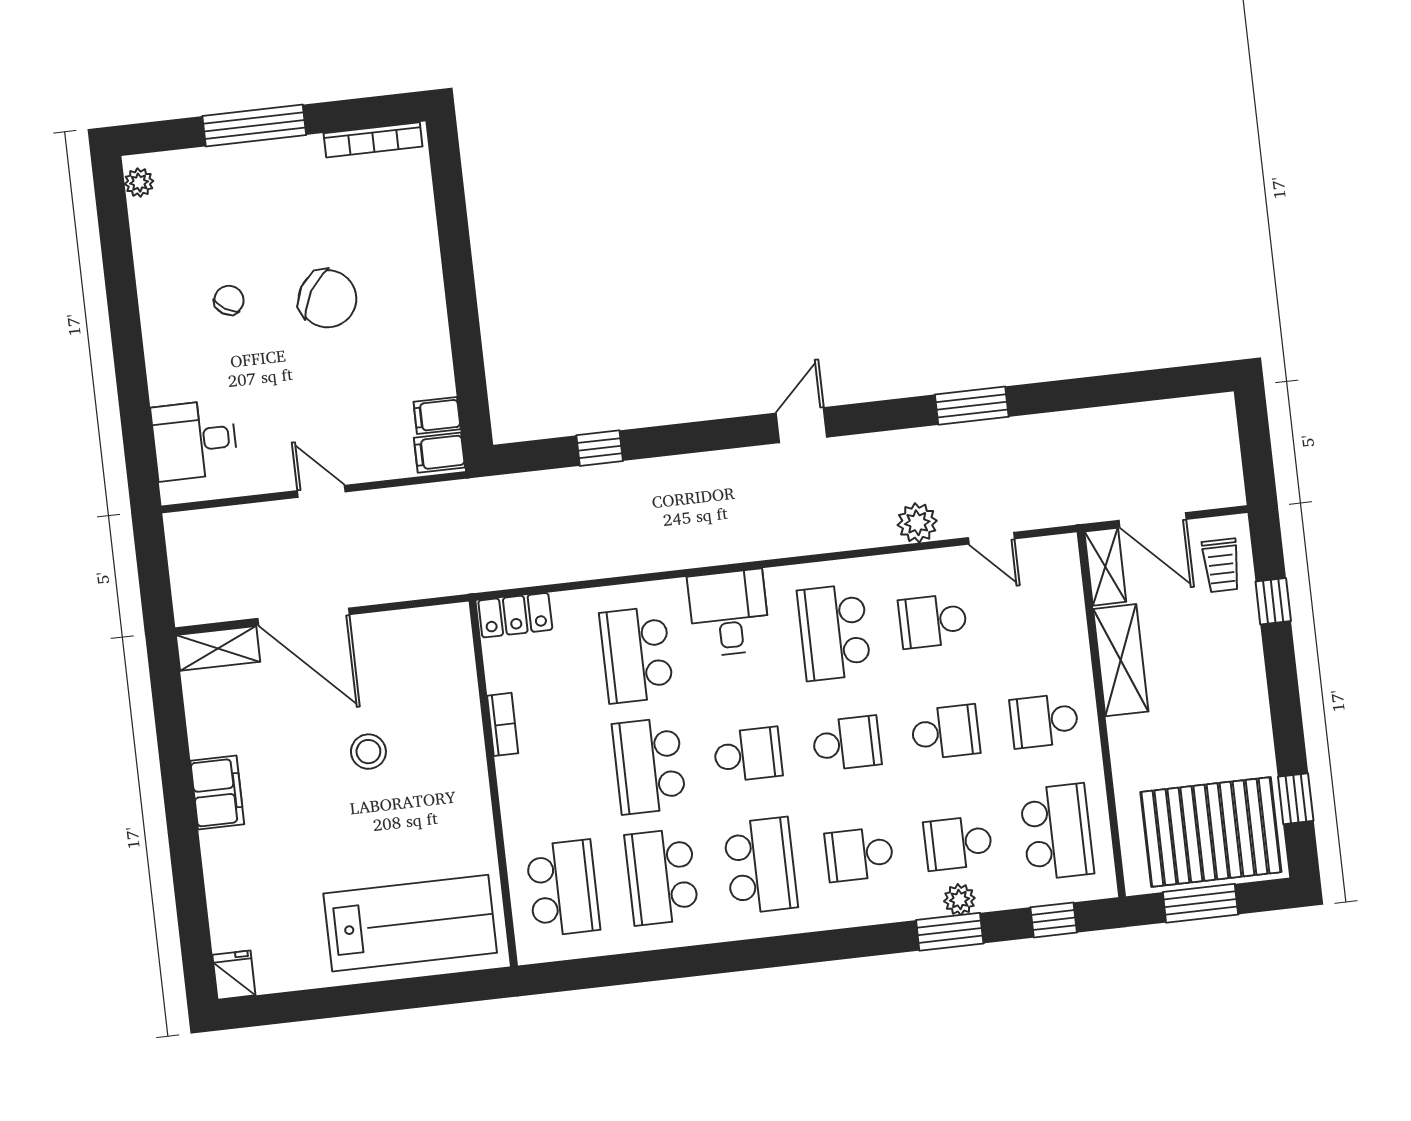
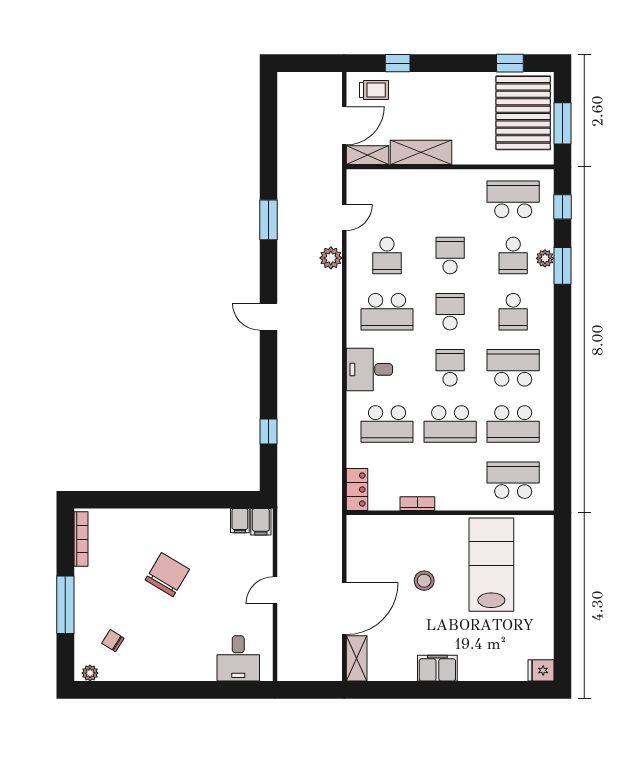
chair: (229, 300) -> (113, 641), moved
school desk: (1044, 721) -> (450, 199), removed
lab bench: (410, 923) -> (491, 565), moved

